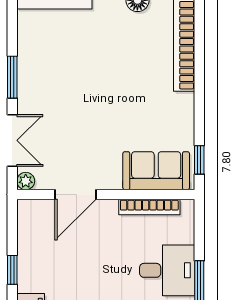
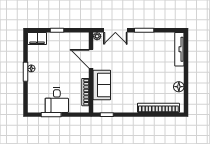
sofa: (156, 171) -> (102, 85), moved

